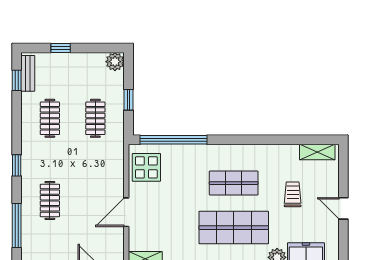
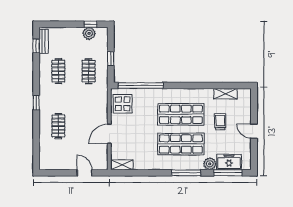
window: (61, 48) -> (90, 24), moved
plant: (115, 62) -> (89, 33), moved
shelving: (317, 152) -> (226, 94), moved
shop shelf: (234, 183) -> (181, 114), width x1.43, depth x1.36
window: (17, 226) -> (36, 143), removed

